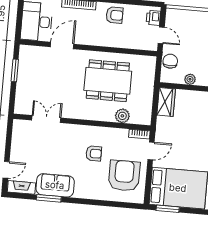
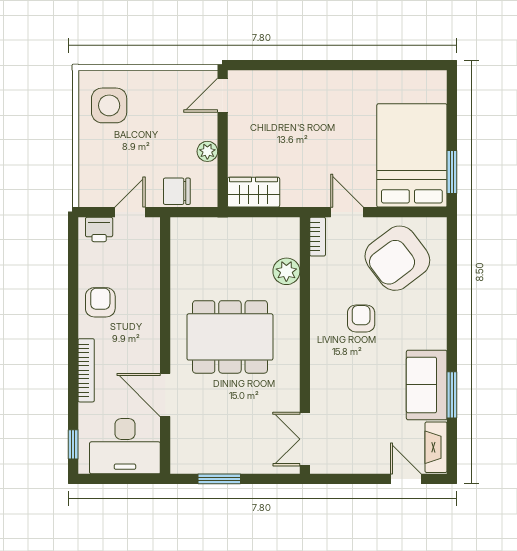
dining table: (108, 81) -> (230, 337), moved, turned 90
double door: (46, 119) -> (305, 439), moved
armchair: (124, 176) -> (397, 258), turned -37

